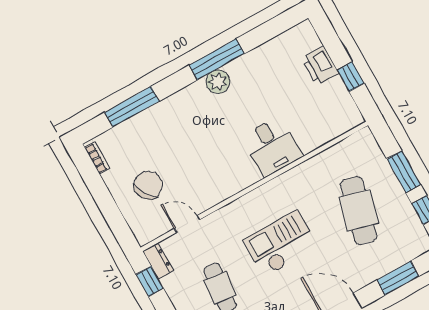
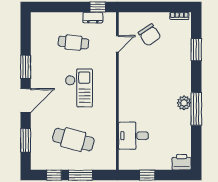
printer: (320, 66) -> (182, 162), moved
window: (132, 107) -> (196, 50), width x0.69
desk: (272, 146) -> (133, 136), moved
dresser: (158, 261) -> (93, 18), moved

